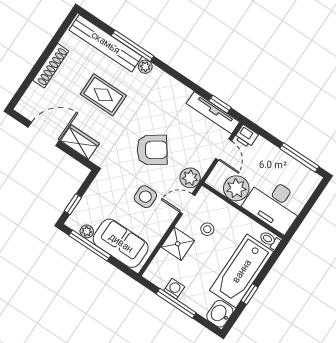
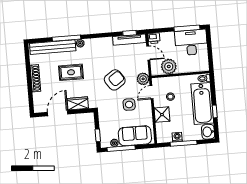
desk: (274, 204) -> (191, 42), moved, turned 180

